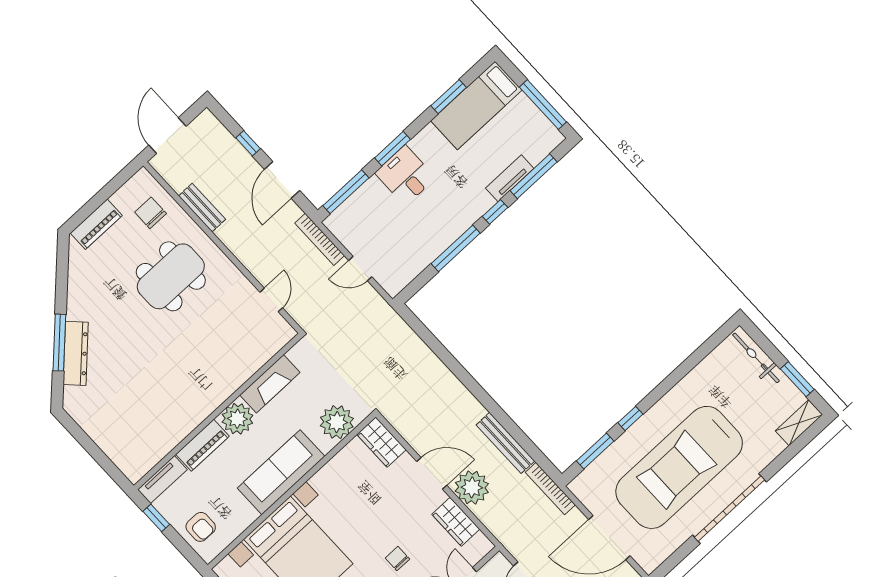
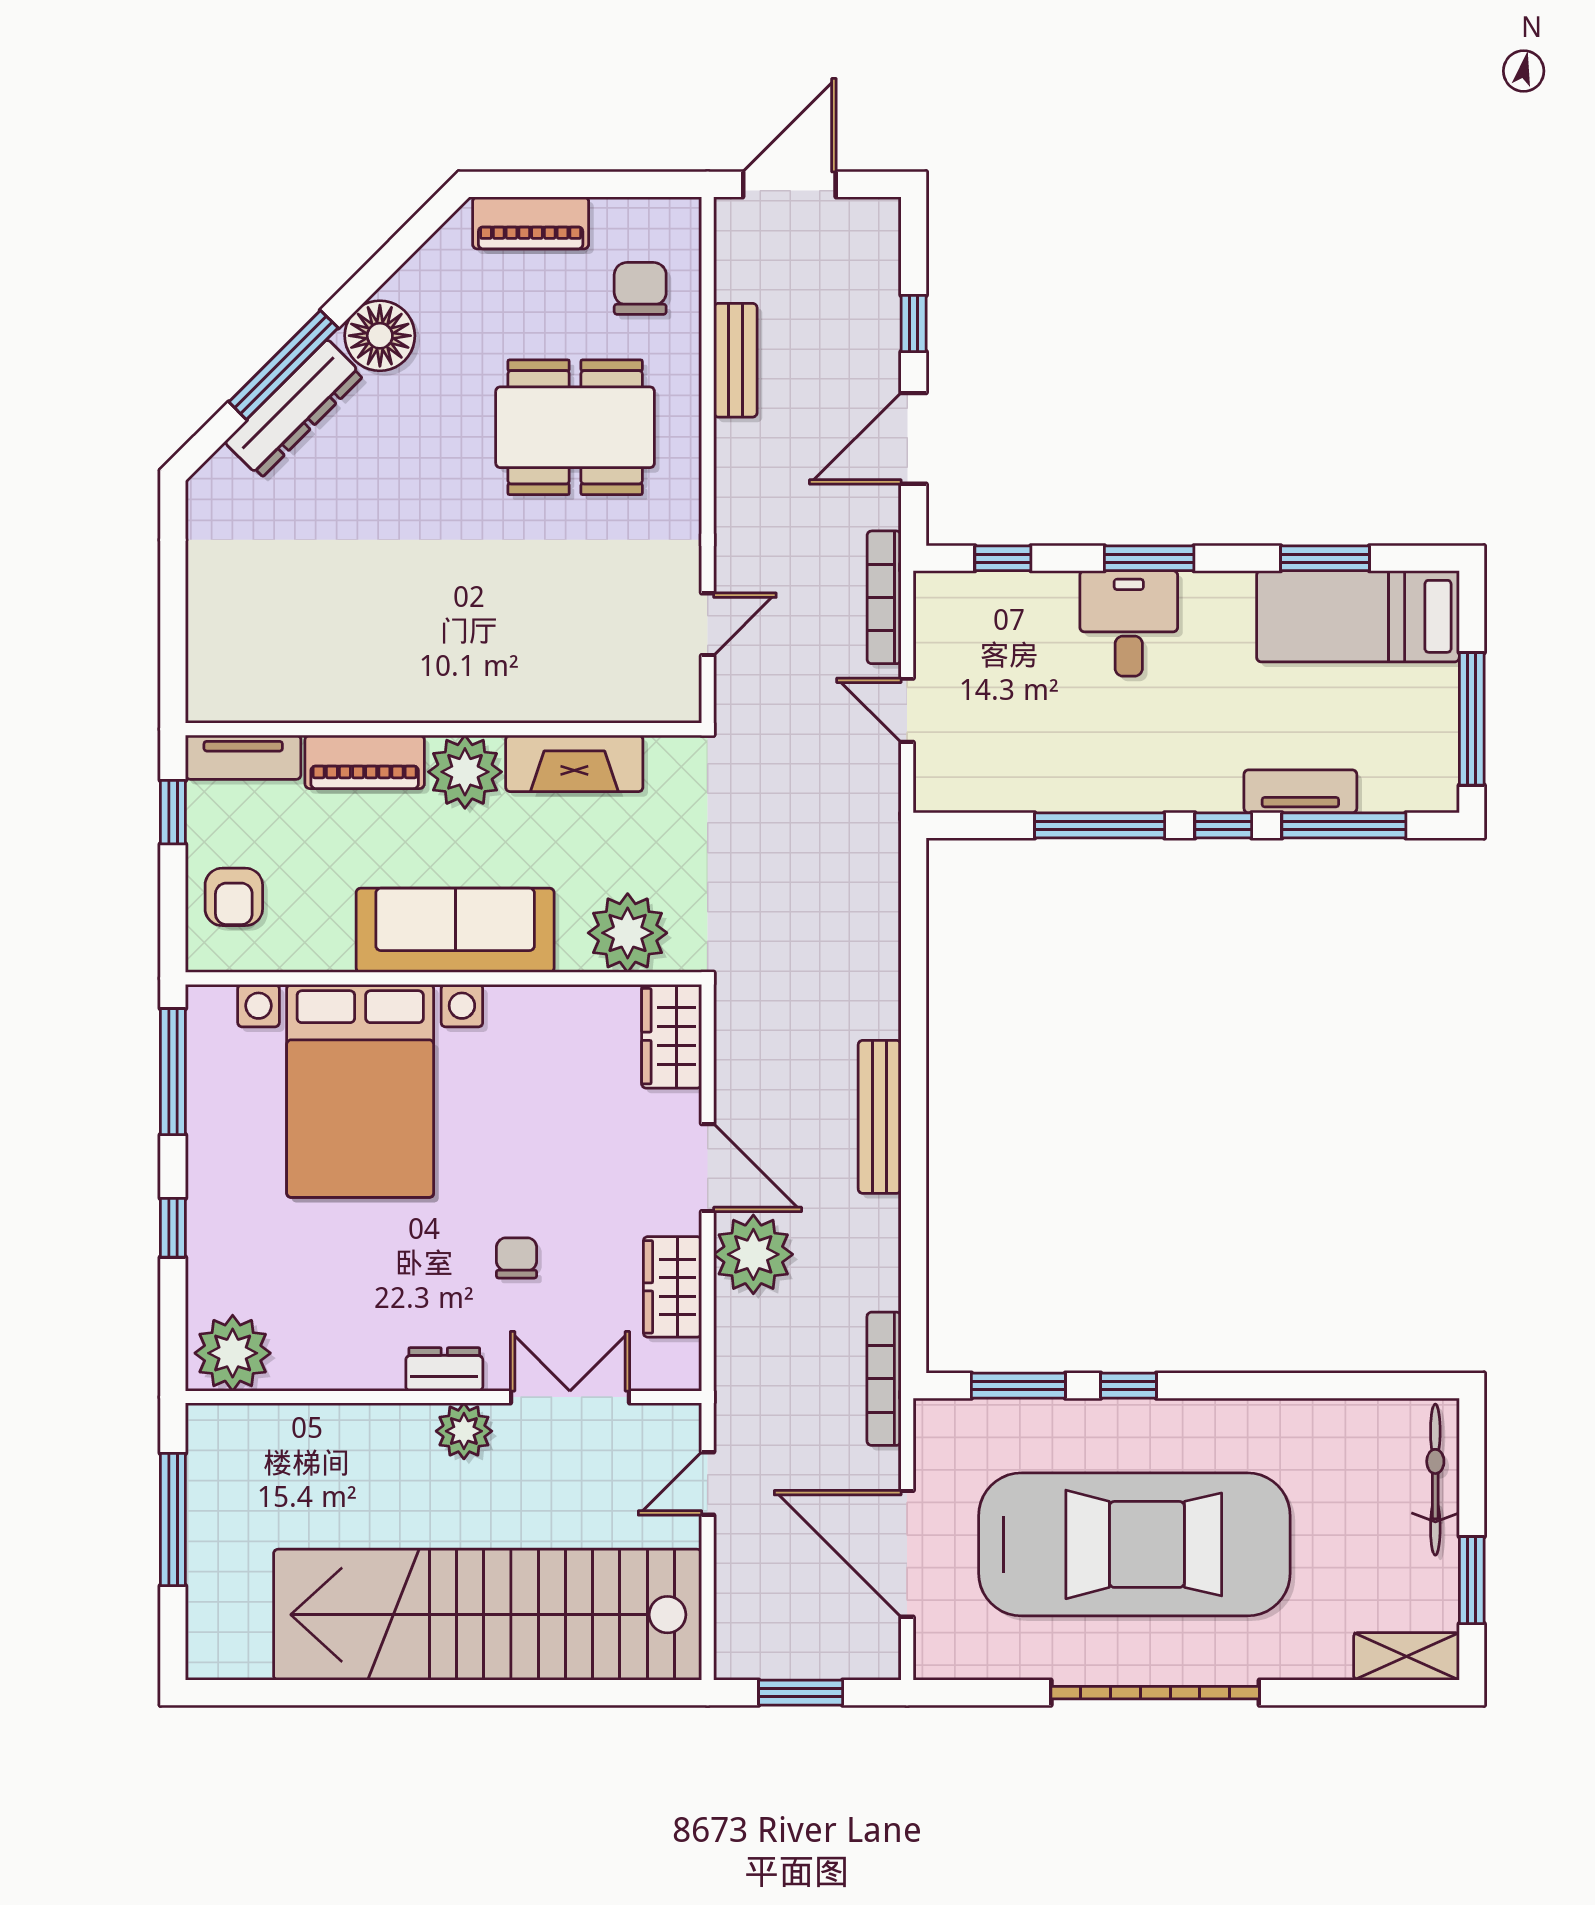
window: (346, 192) -> (1003, 558), width x0.46
floor lamp: (81, 305) -> (380, 336), added
bench: (505, 443) -> (880, 1117), moved
car: (679, 467) -> (1134, 1544), turned 180

